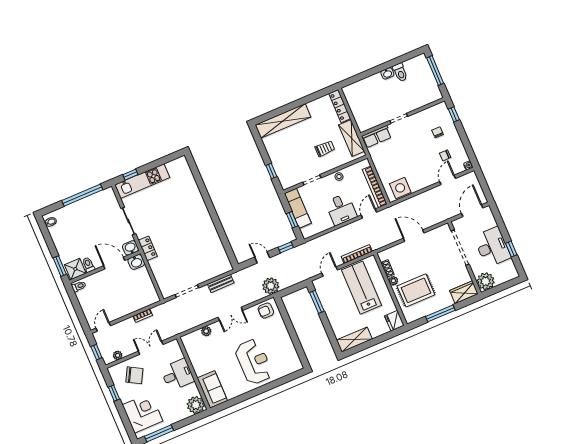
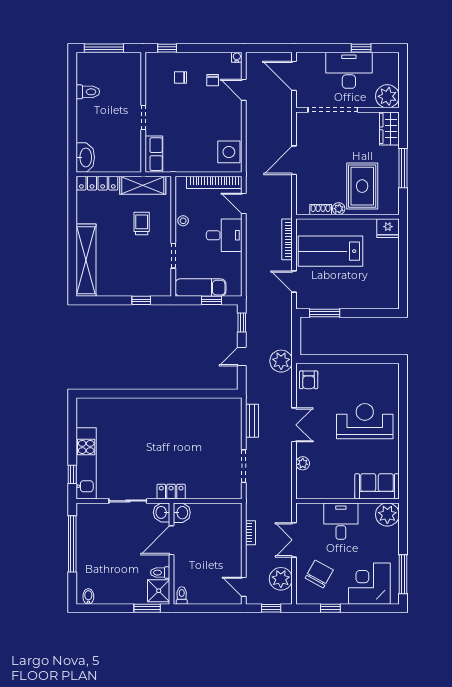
washbasin: (387, 73) -> (85, 157), moved, width x1.91, depth x1.45
shelving: (354, 340) -> (390, 287), removed
plant: (118, 355) -> (281, 579), width x1.88, depth x1.88

